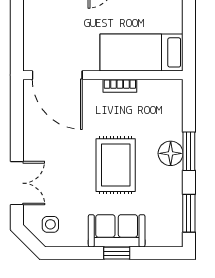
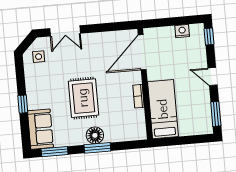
nightstand: (32, 15) -> (182, 31), added
rug: (116, 165) -> (83, 98), turned 90
sofa: (117, 231) -> (40, 129), moved

